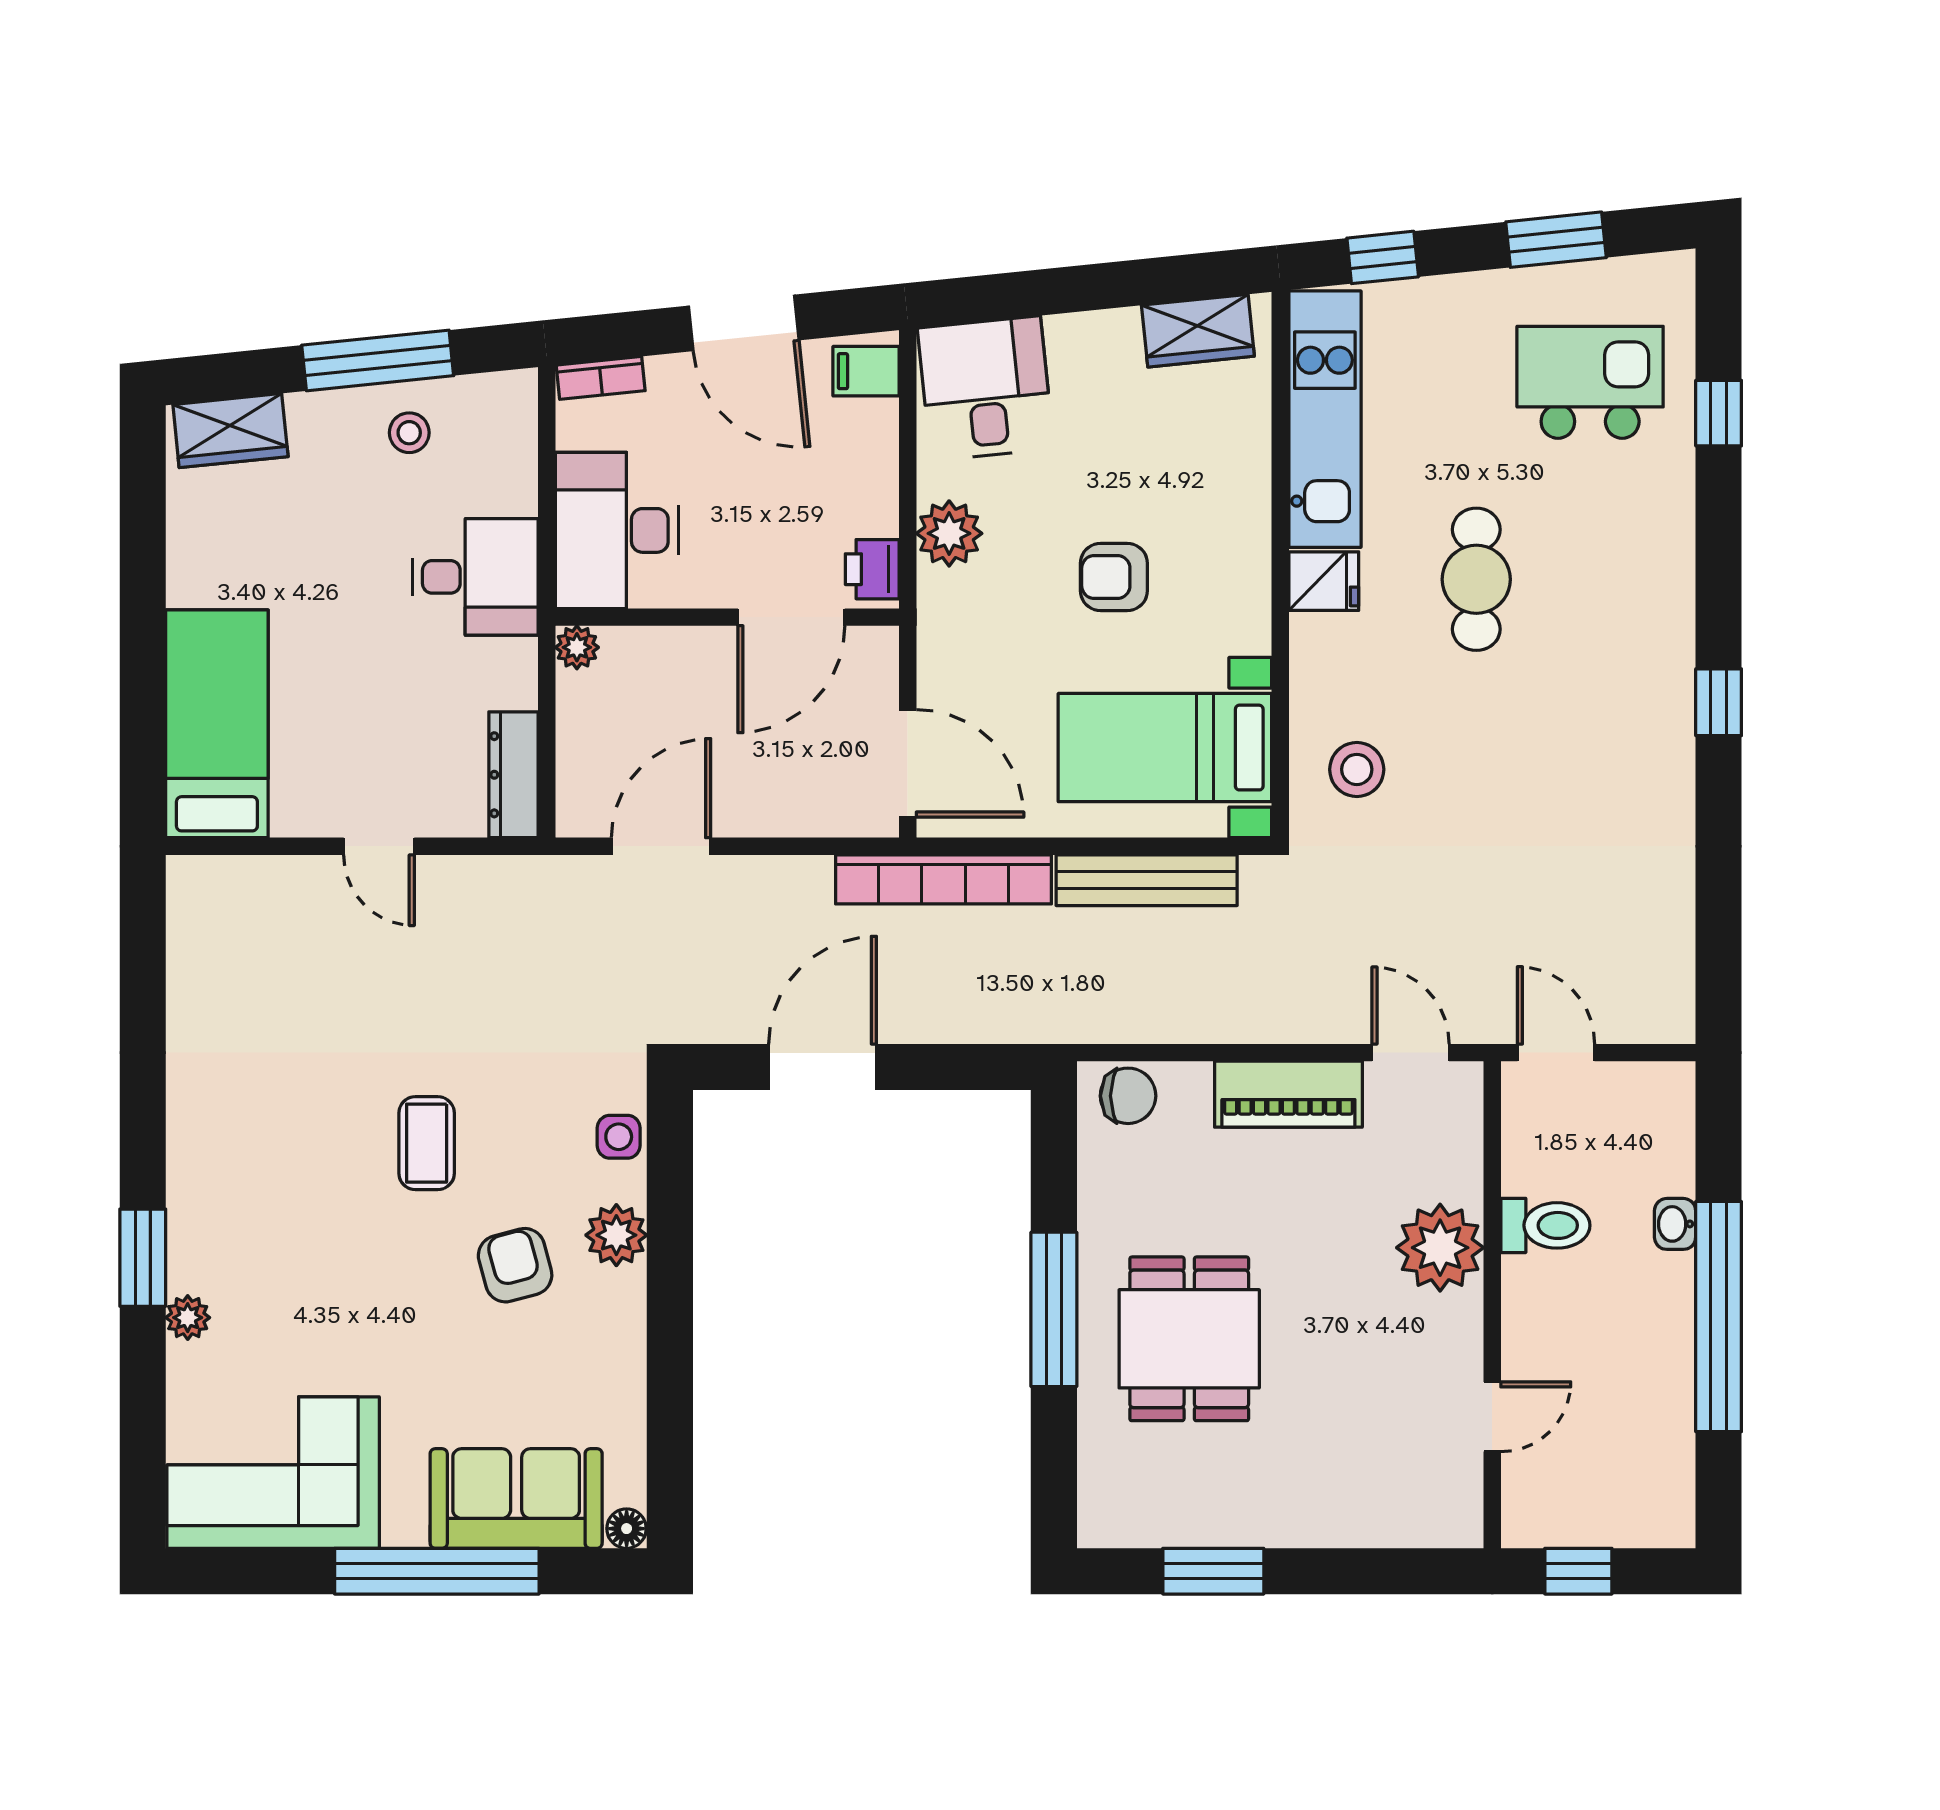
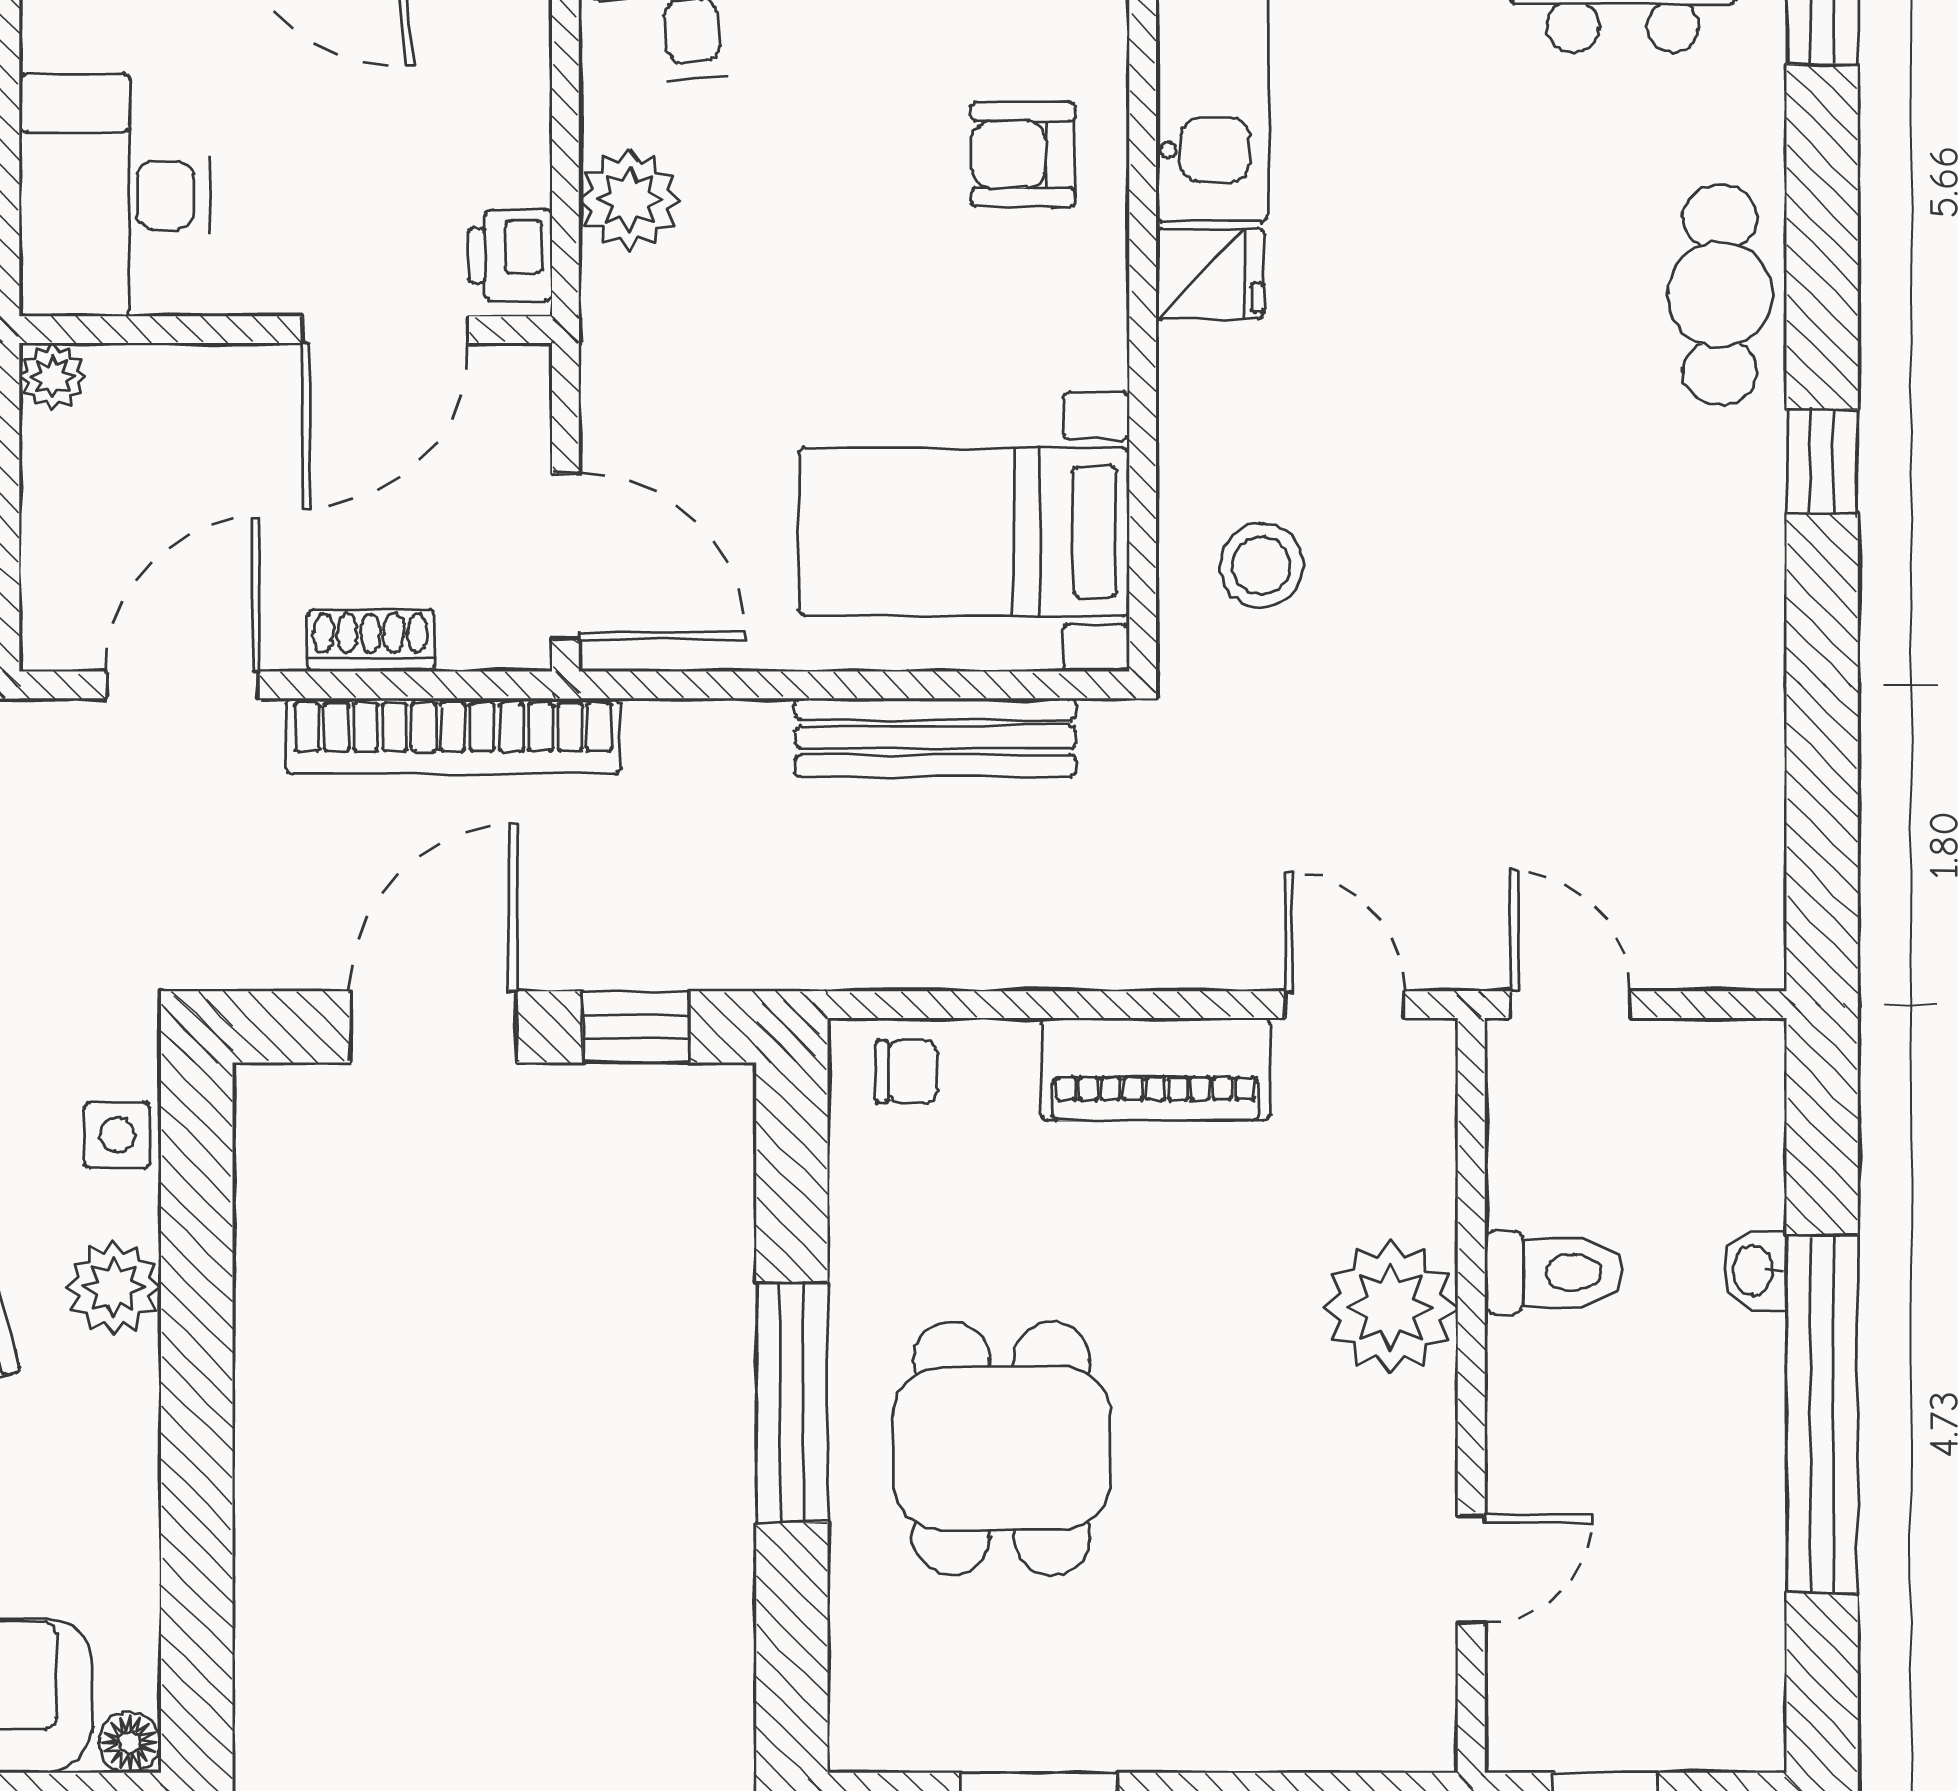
armchair: (1114, 577) -> (1023, 154), moved
cafe table: (1476, 579) -> (1720, 295), moved
shoe rack: (782, 818) -> (371, 641), added
bookcase: (944, 879) -> (453, 736), moved
window: (953, 1067) -> (636, 1027), added
chair: (1128, 1096) -> (907, 1072), width x0.73, depth x0.73

